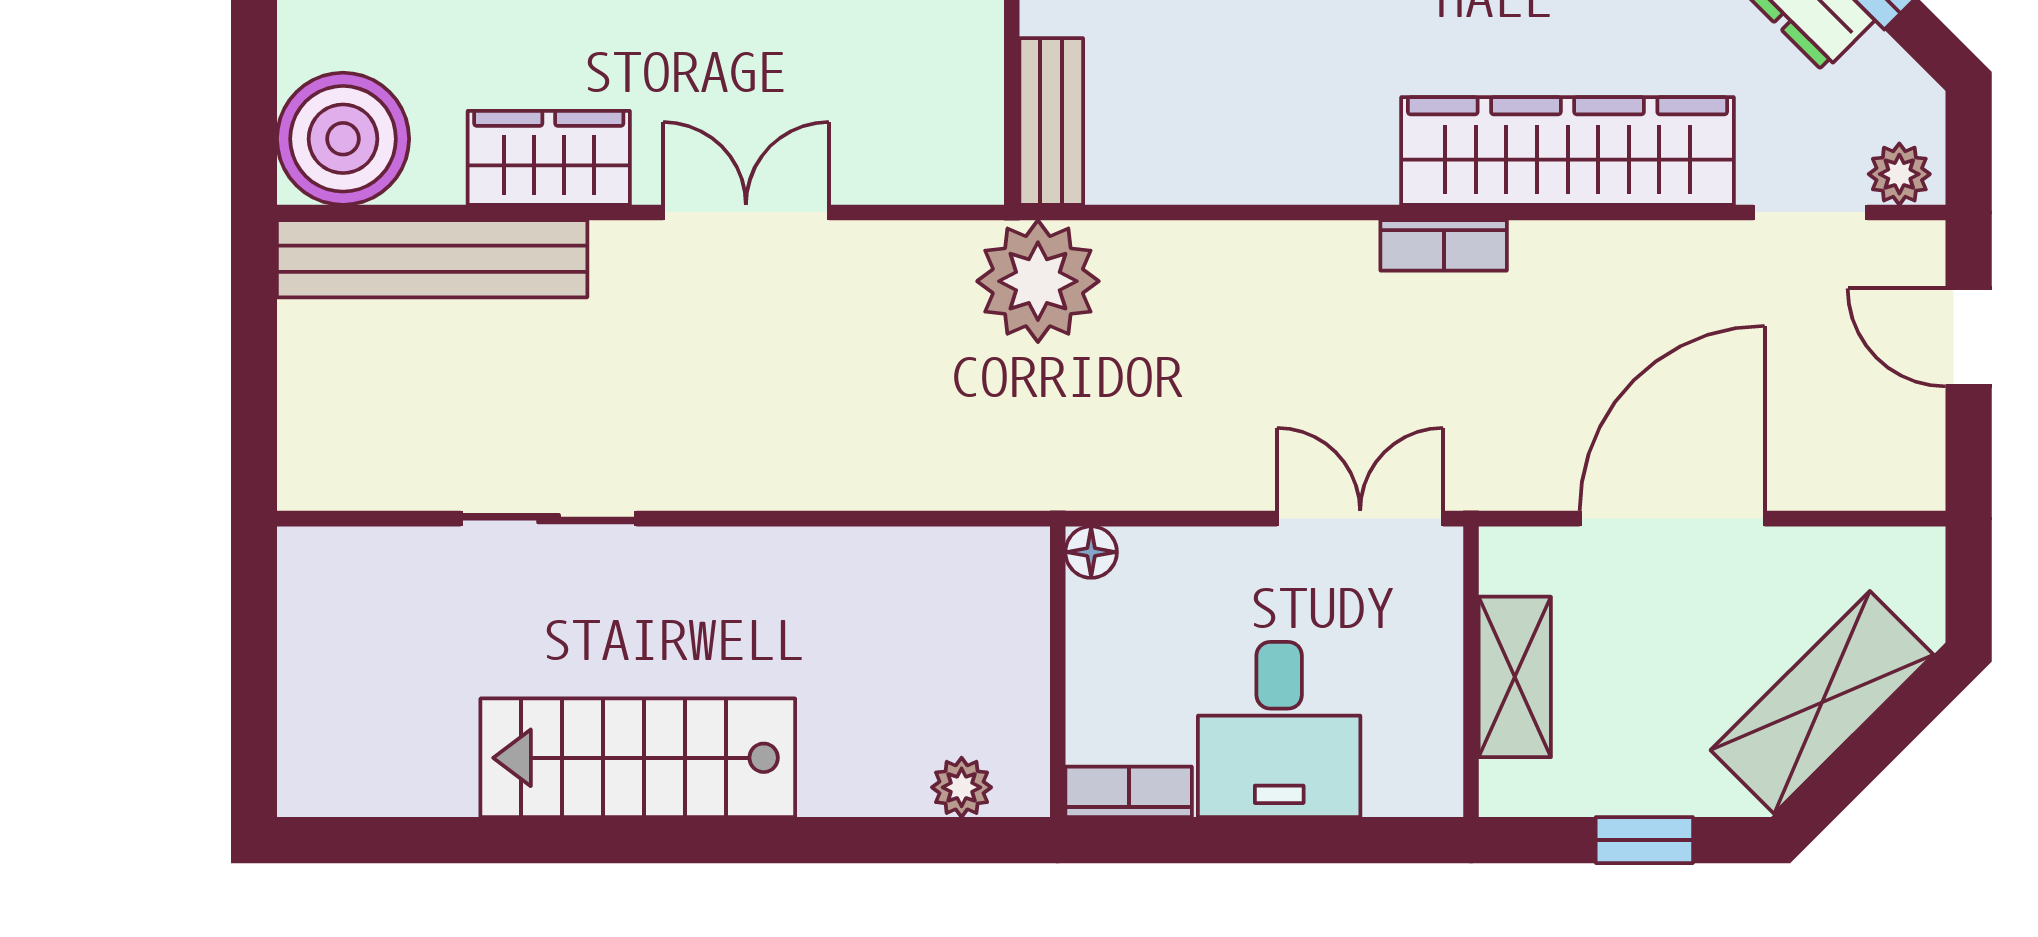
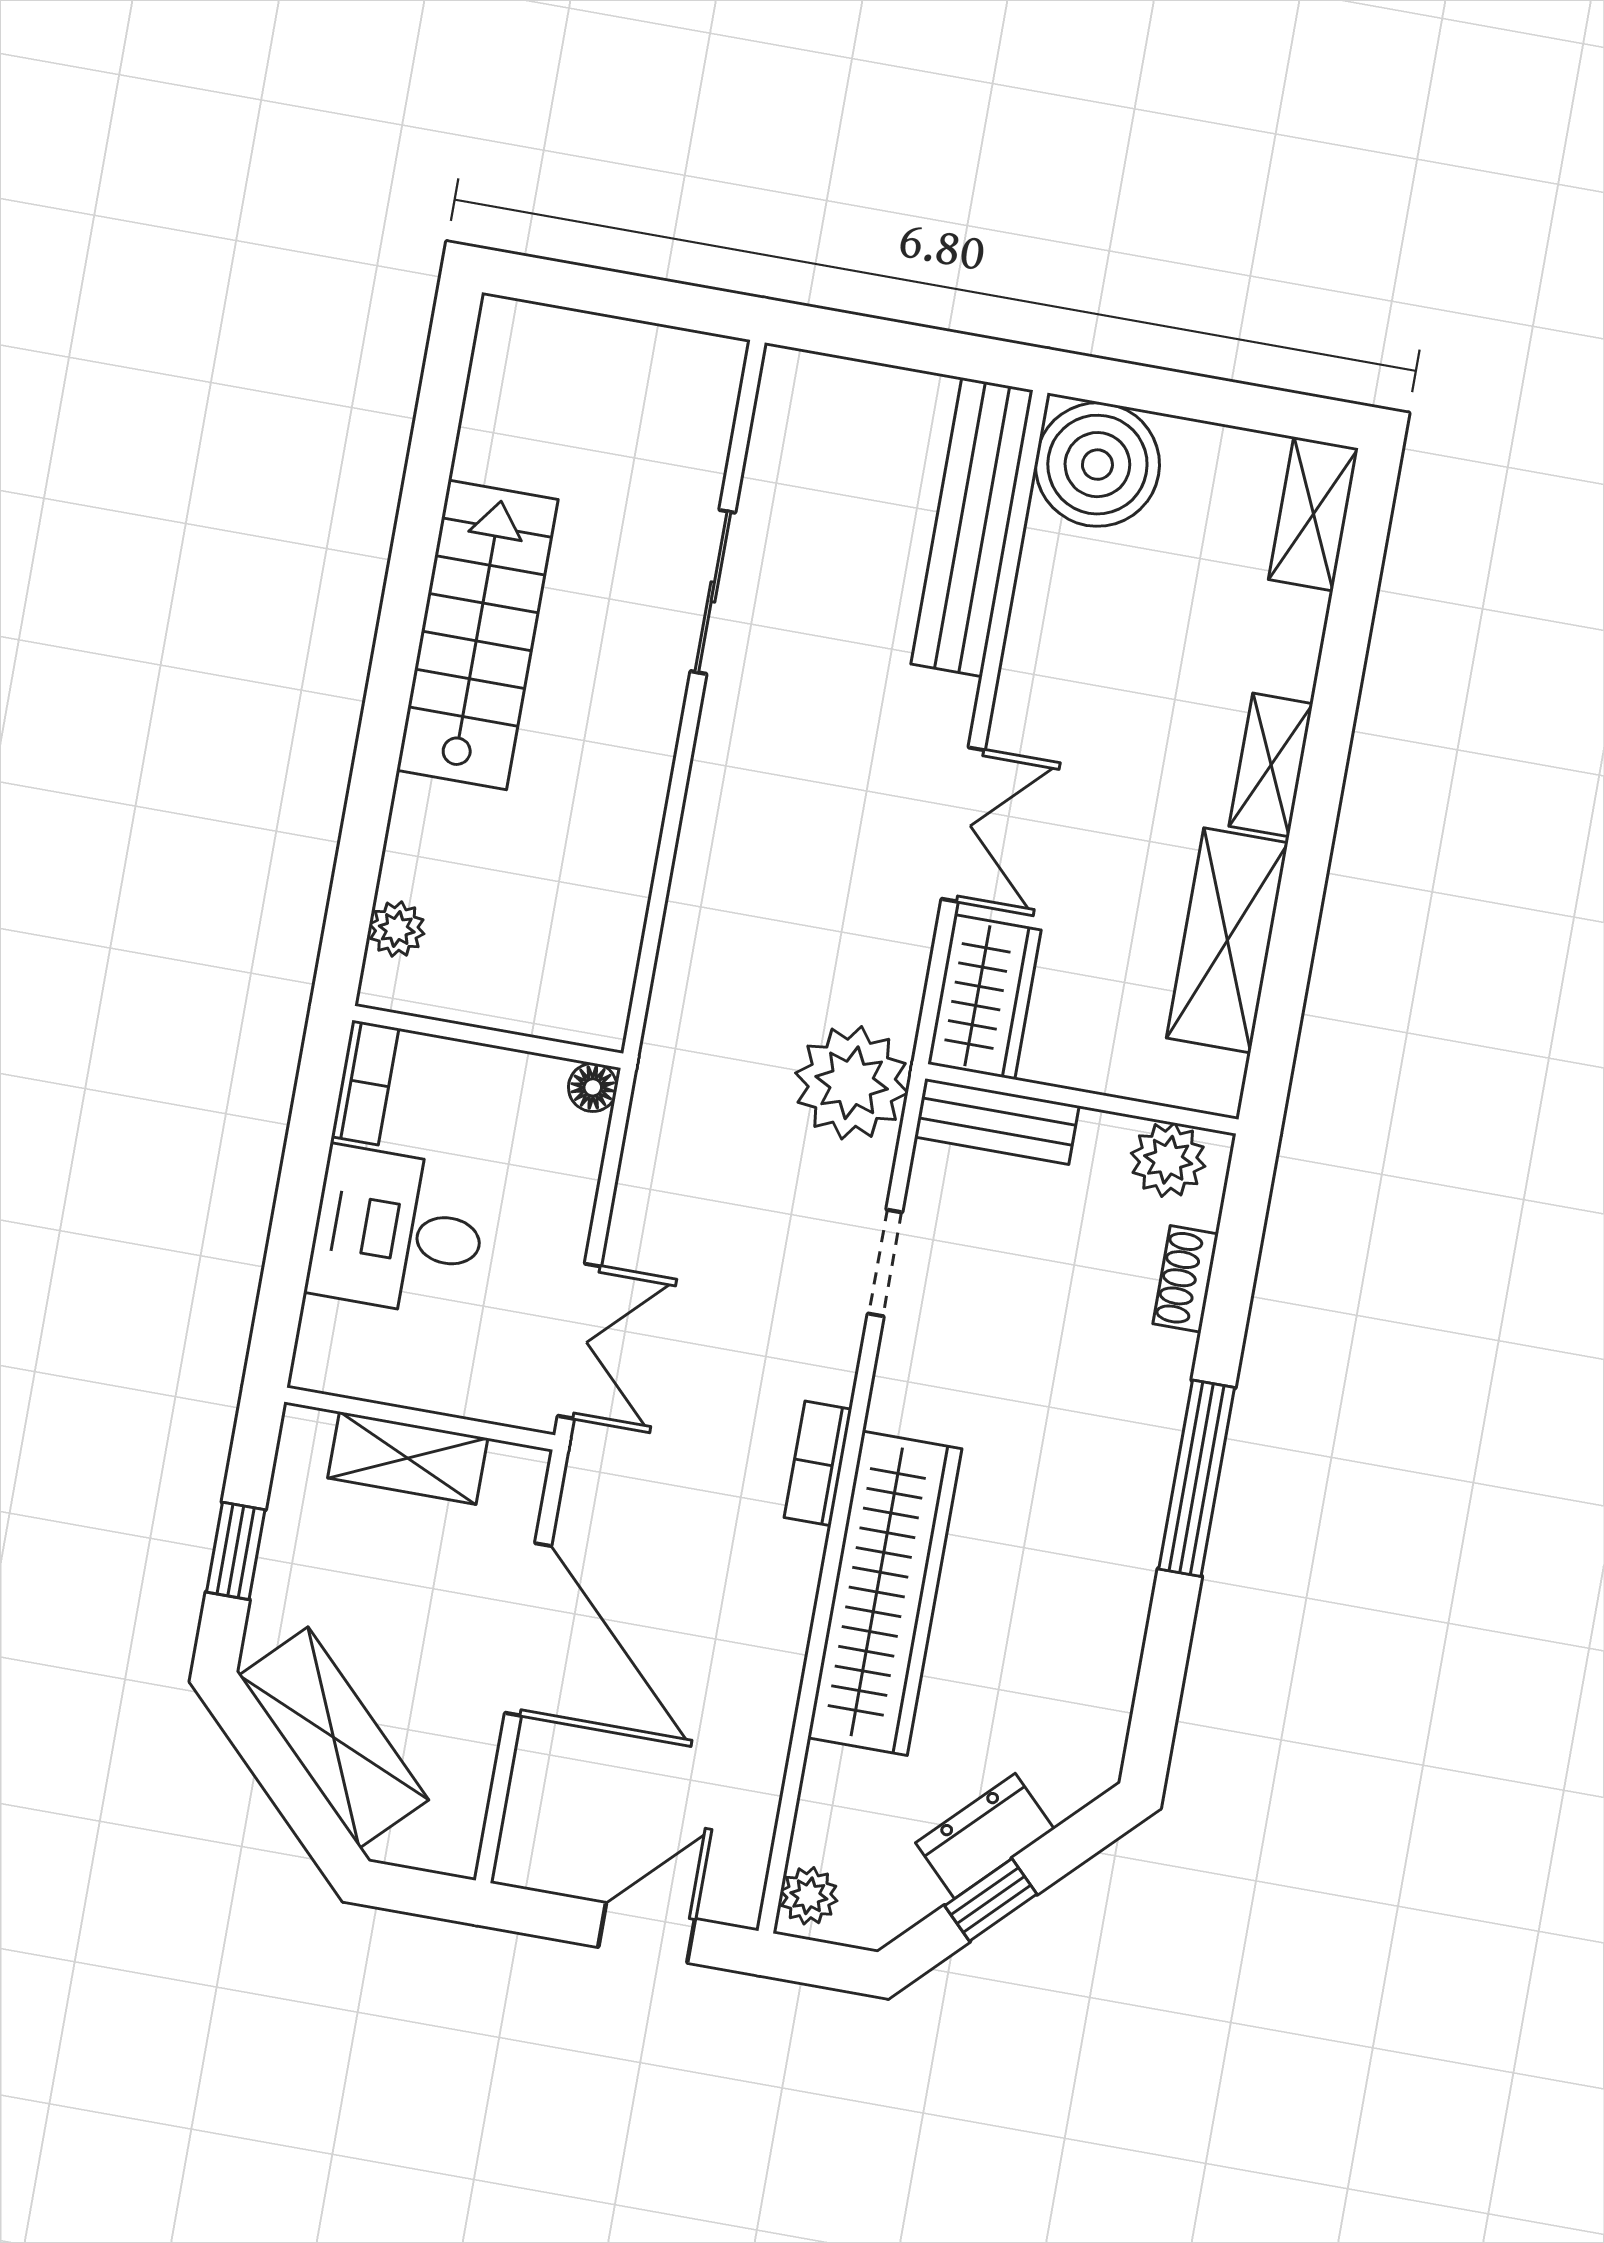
wardrobe: (549, 158) -> (984, 997), moved
doorway: (1810, 212) -> (885, 1263), moved

